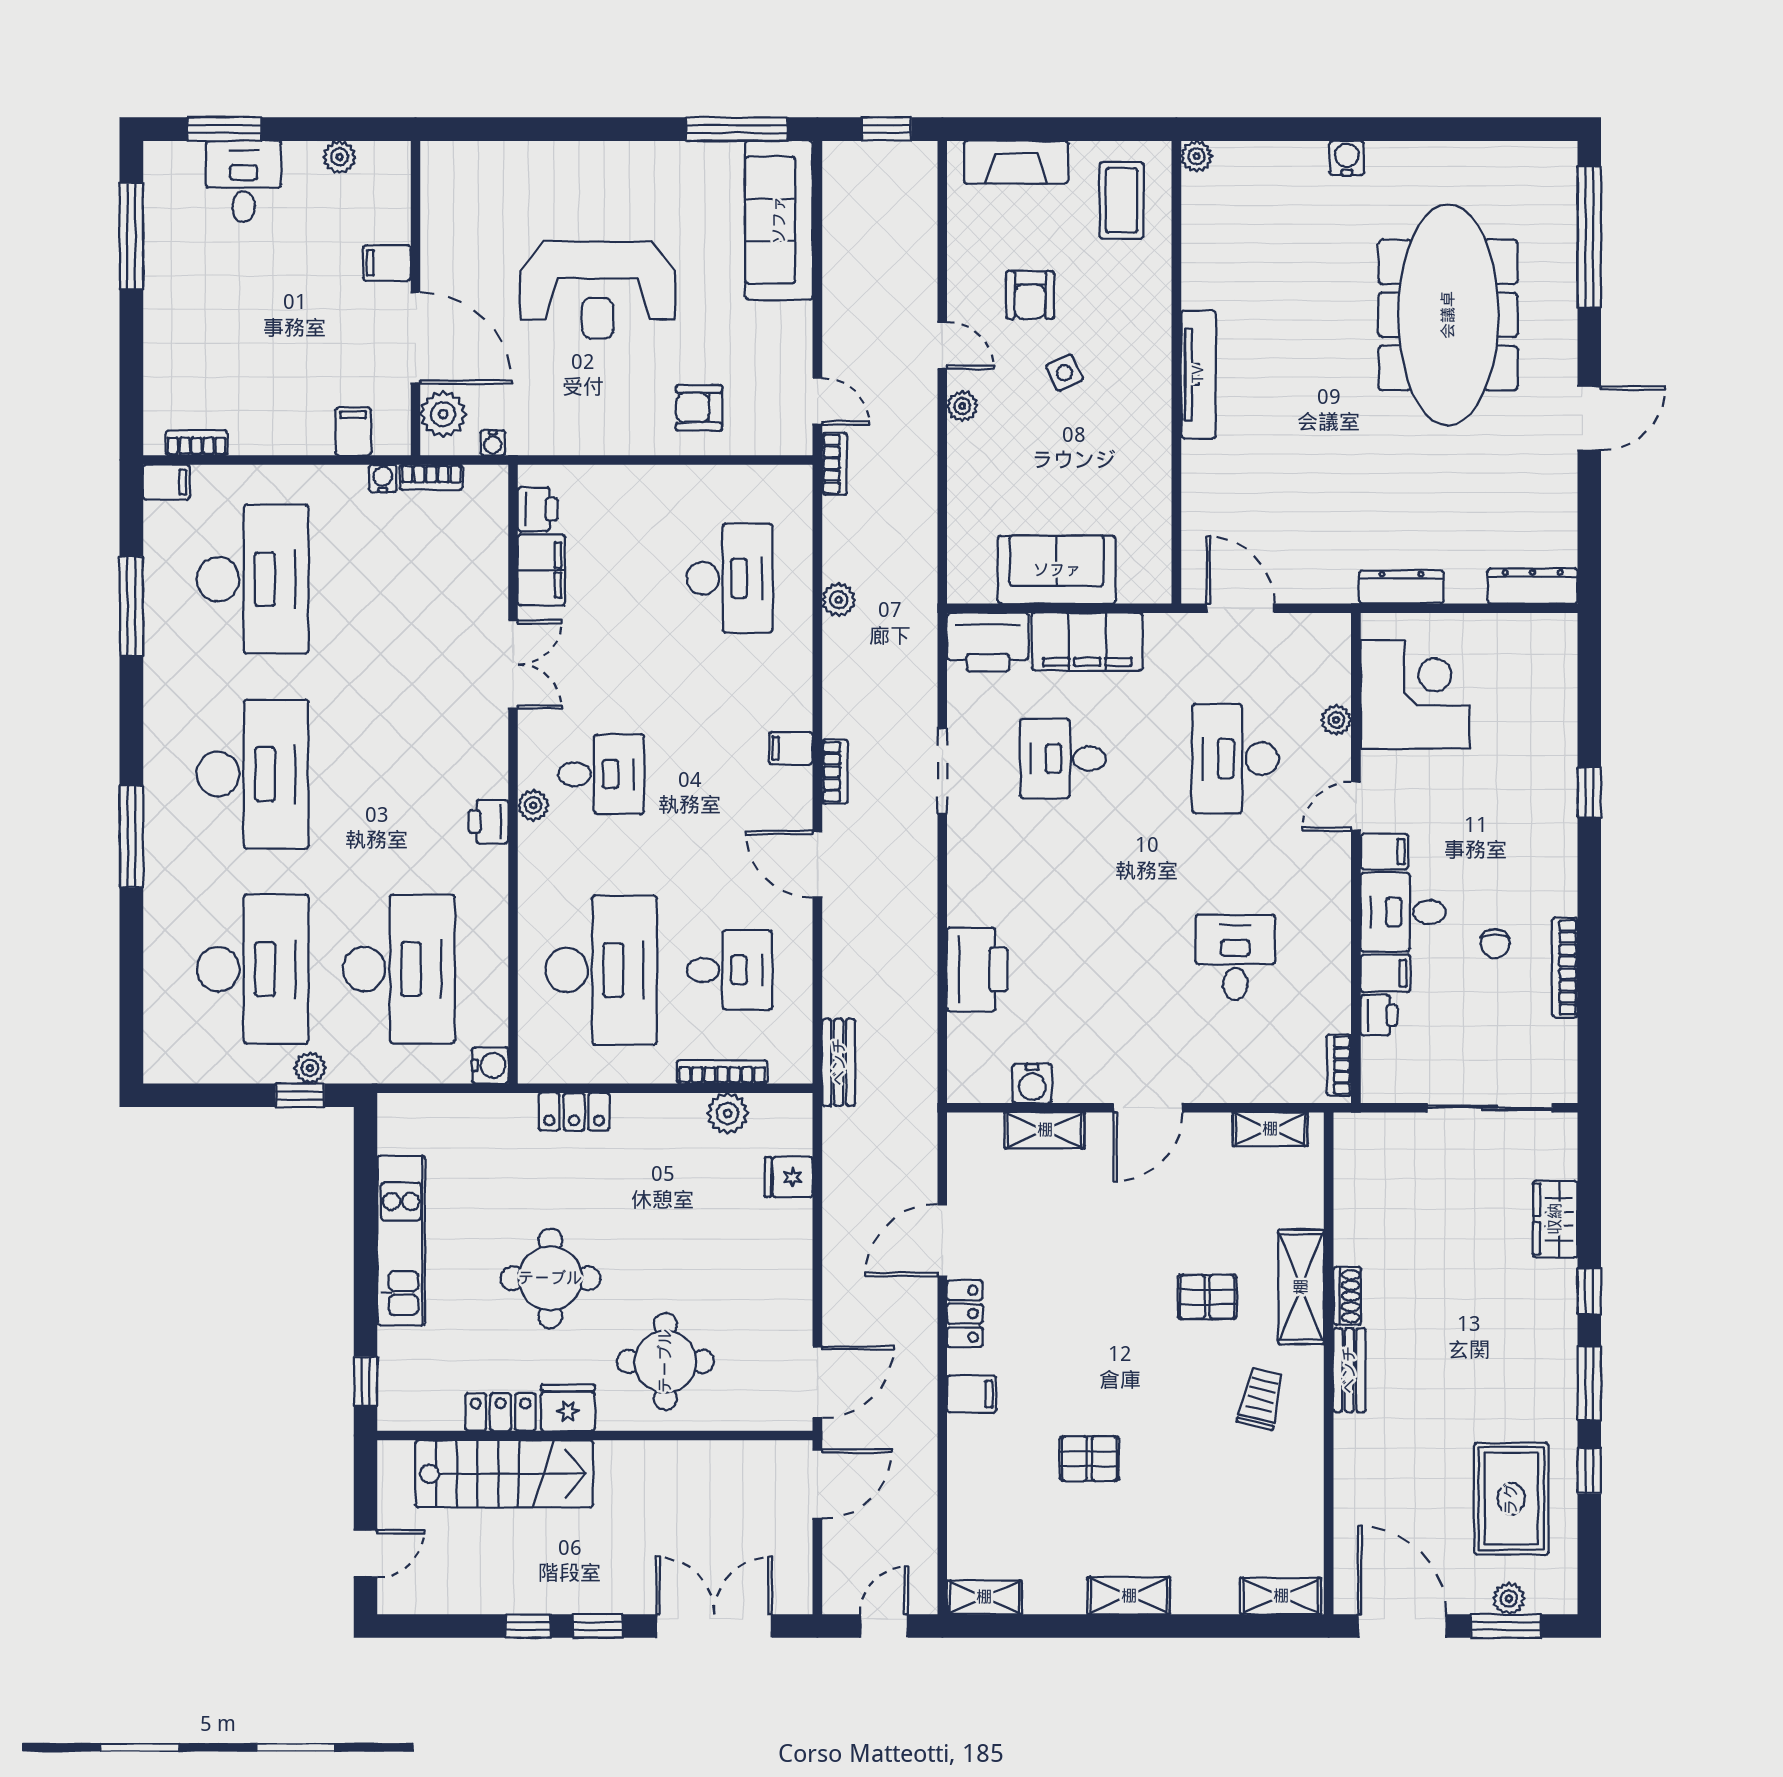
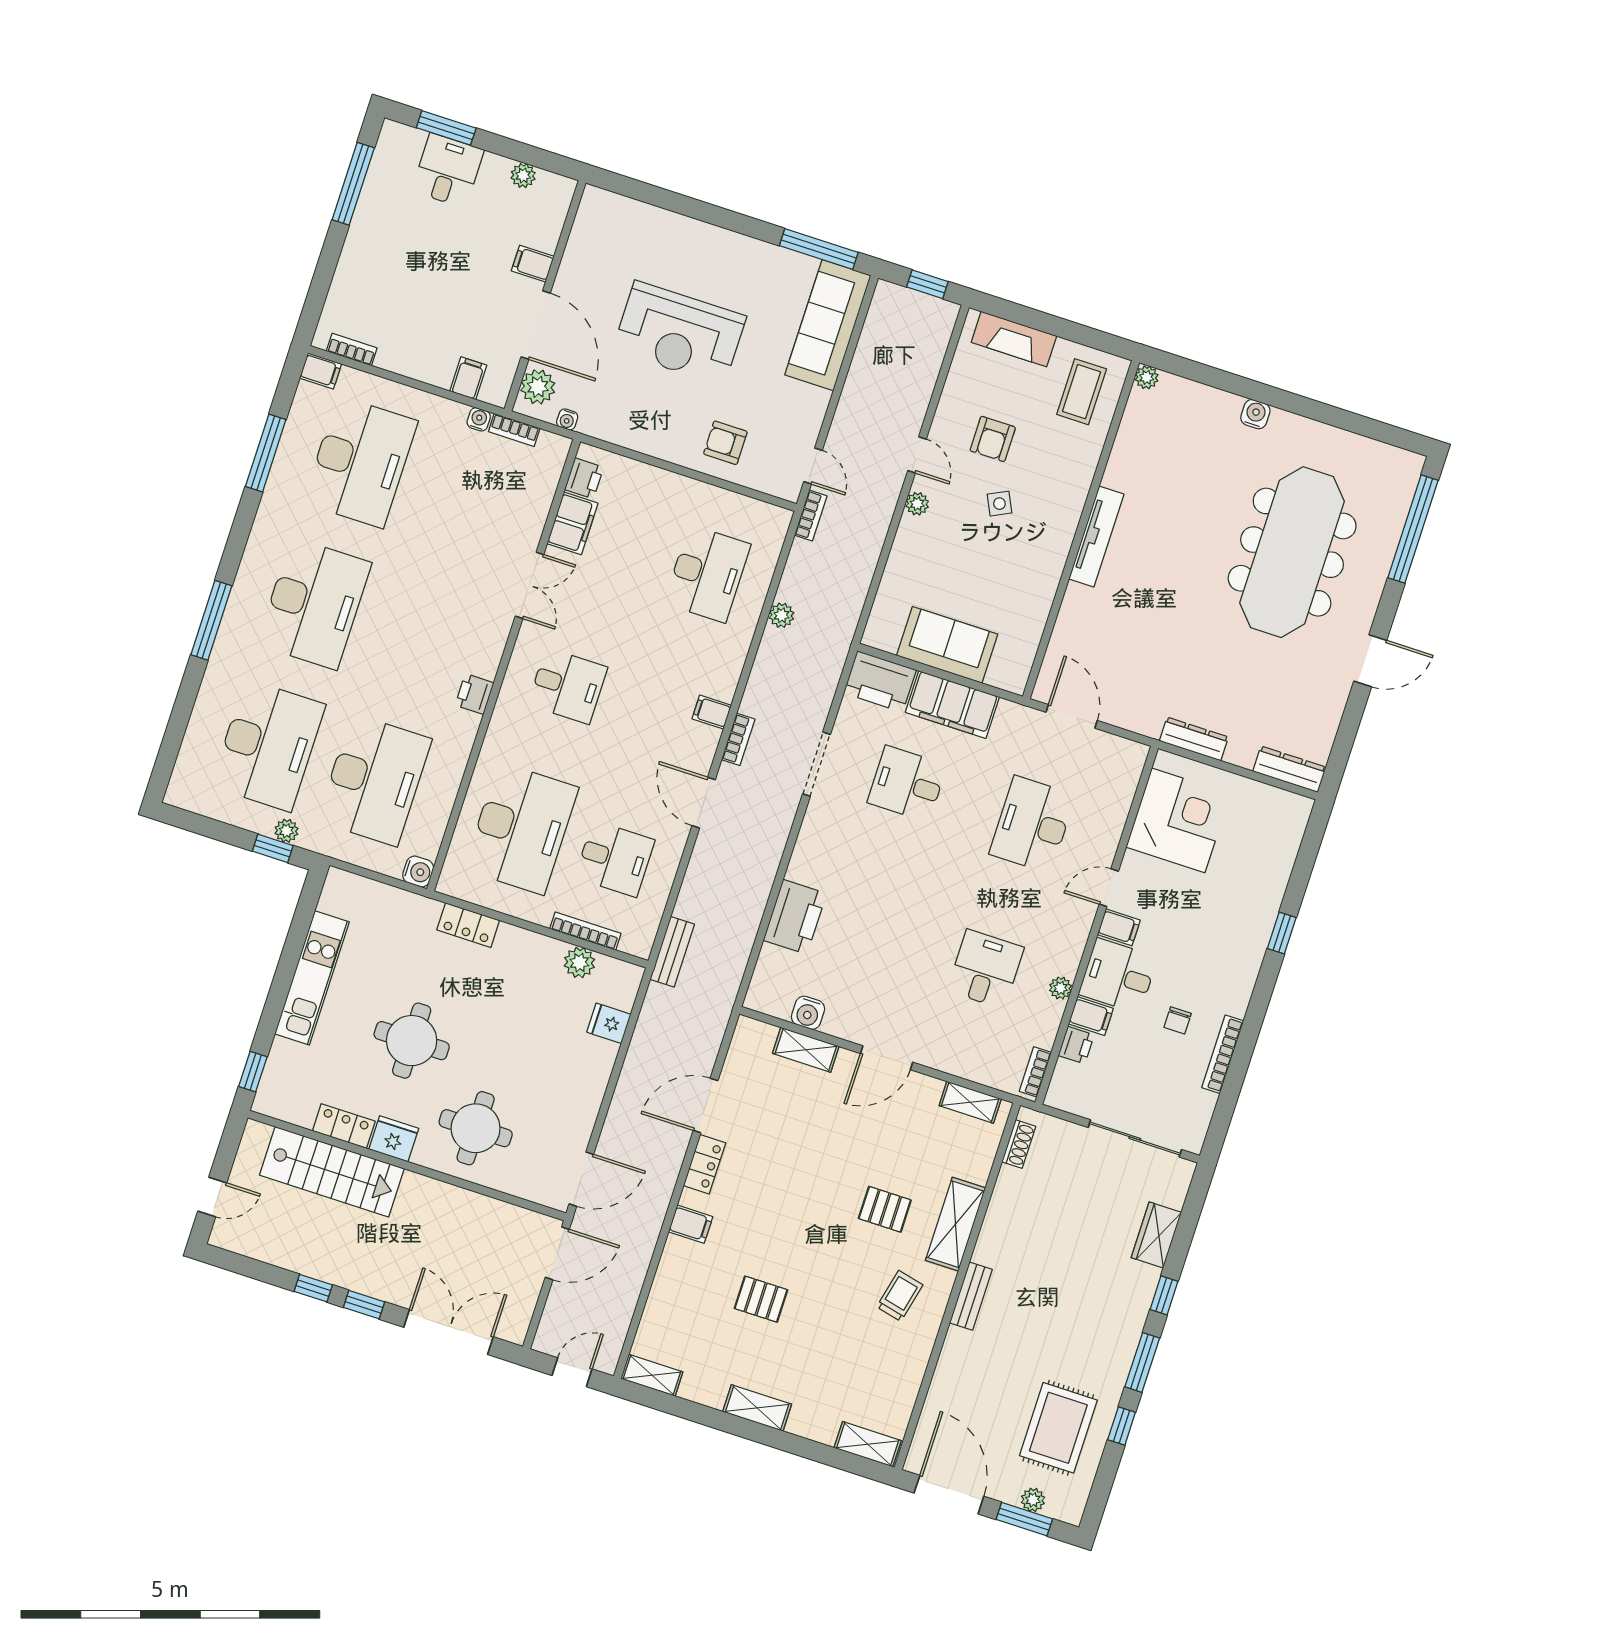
plant: (1336, 720) -> (1061, 988), moved
plant: (533, 805) -> (511, 693), removed
shoe rack: (1347, 1296) -> (1019, 1144), moved

